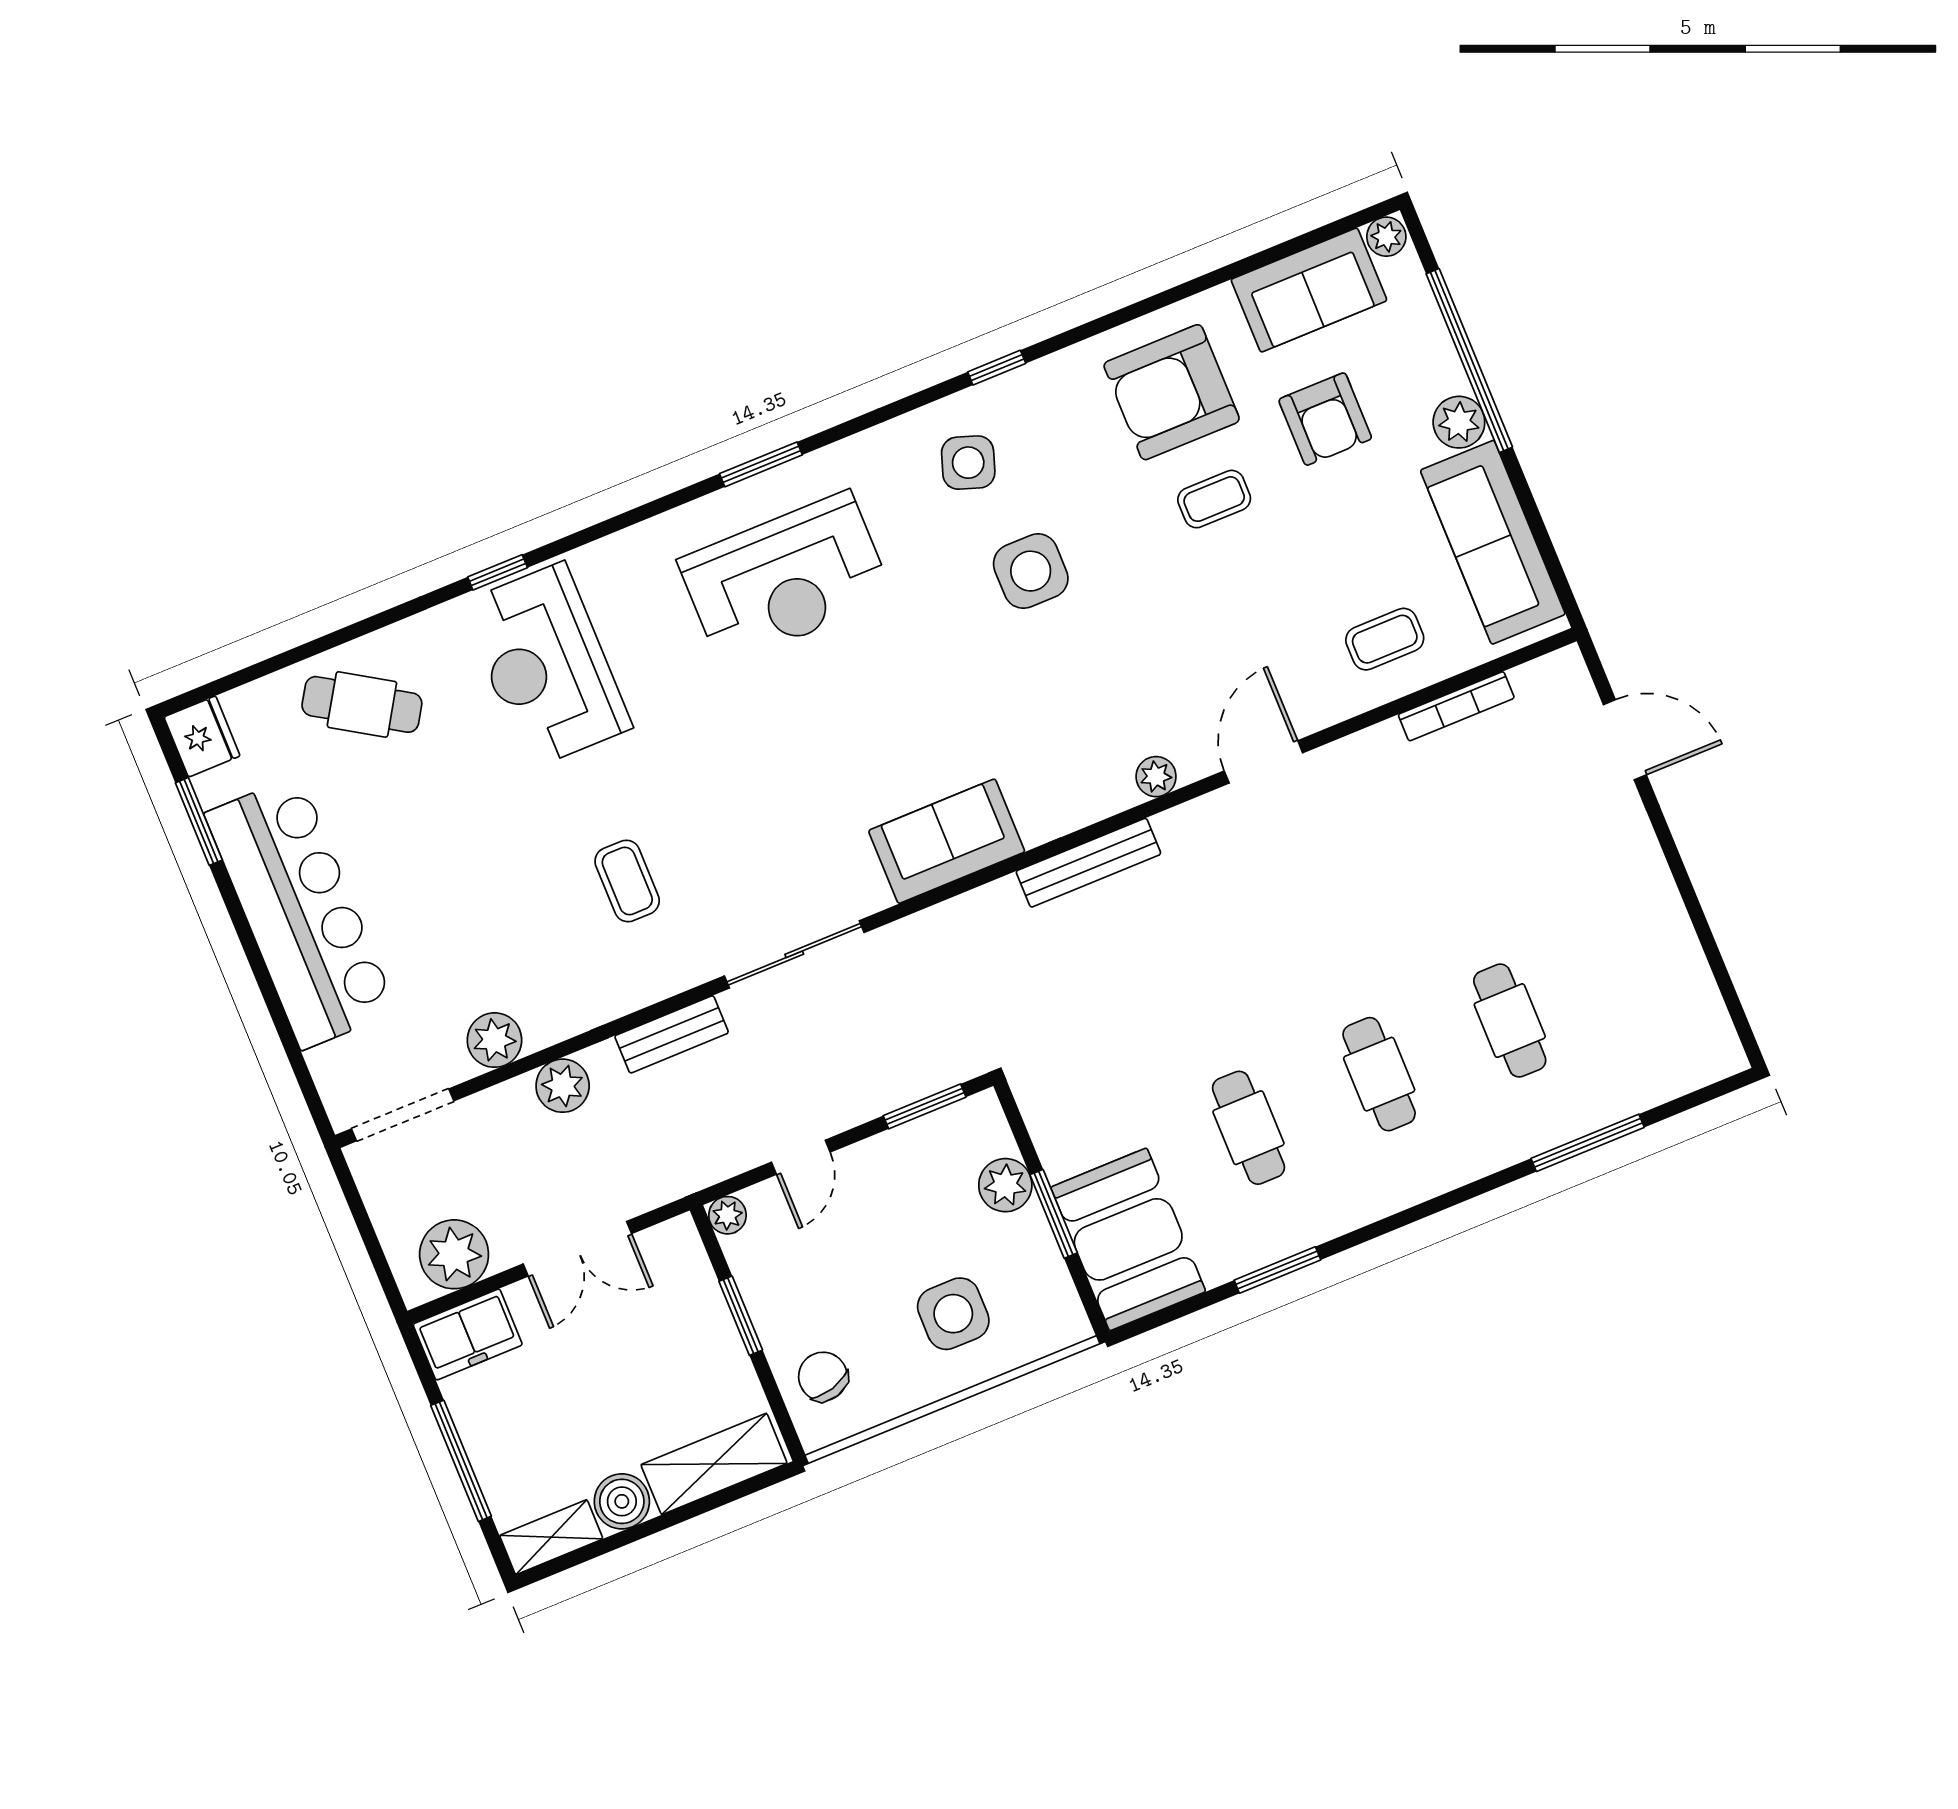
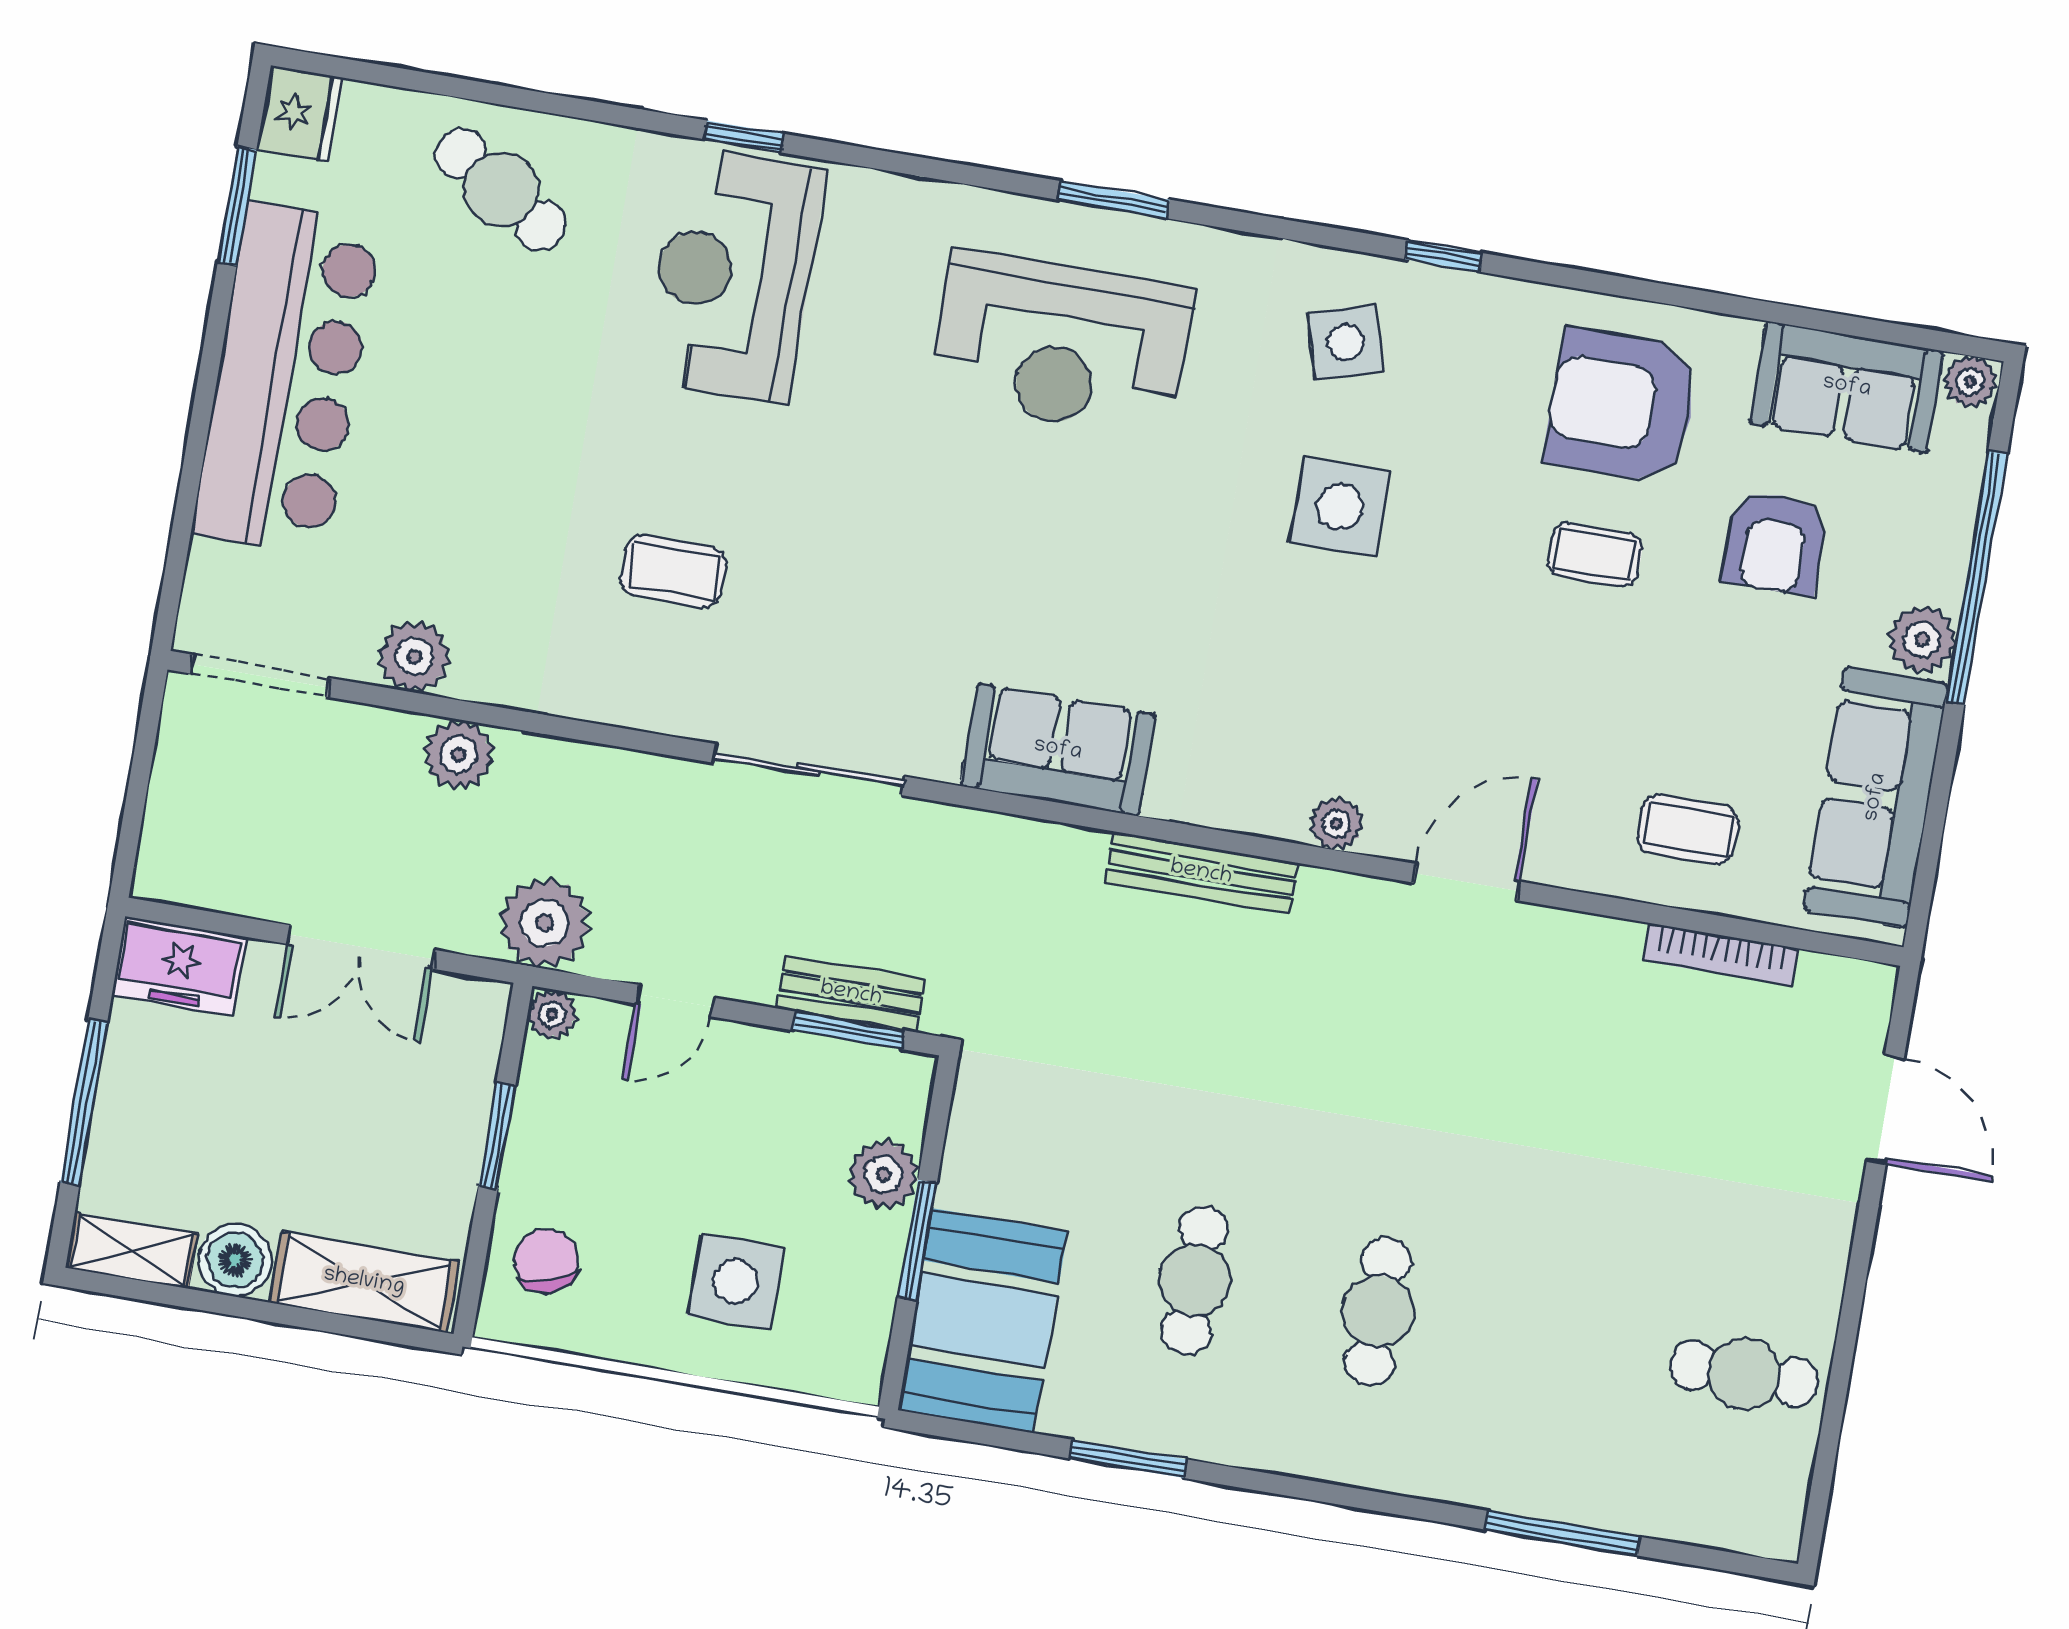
side table: (968, 463) -> (1346, 342), turned -36
coffee table: (627, 881) -> (674, 571), turned 90
cafe table: (1510, 1021) -> (1744, 1374), moved, turned 90
bench: (672, 1034) -> (851, 994), moved
plant: (454, 1254) -> (545, 923), moved

